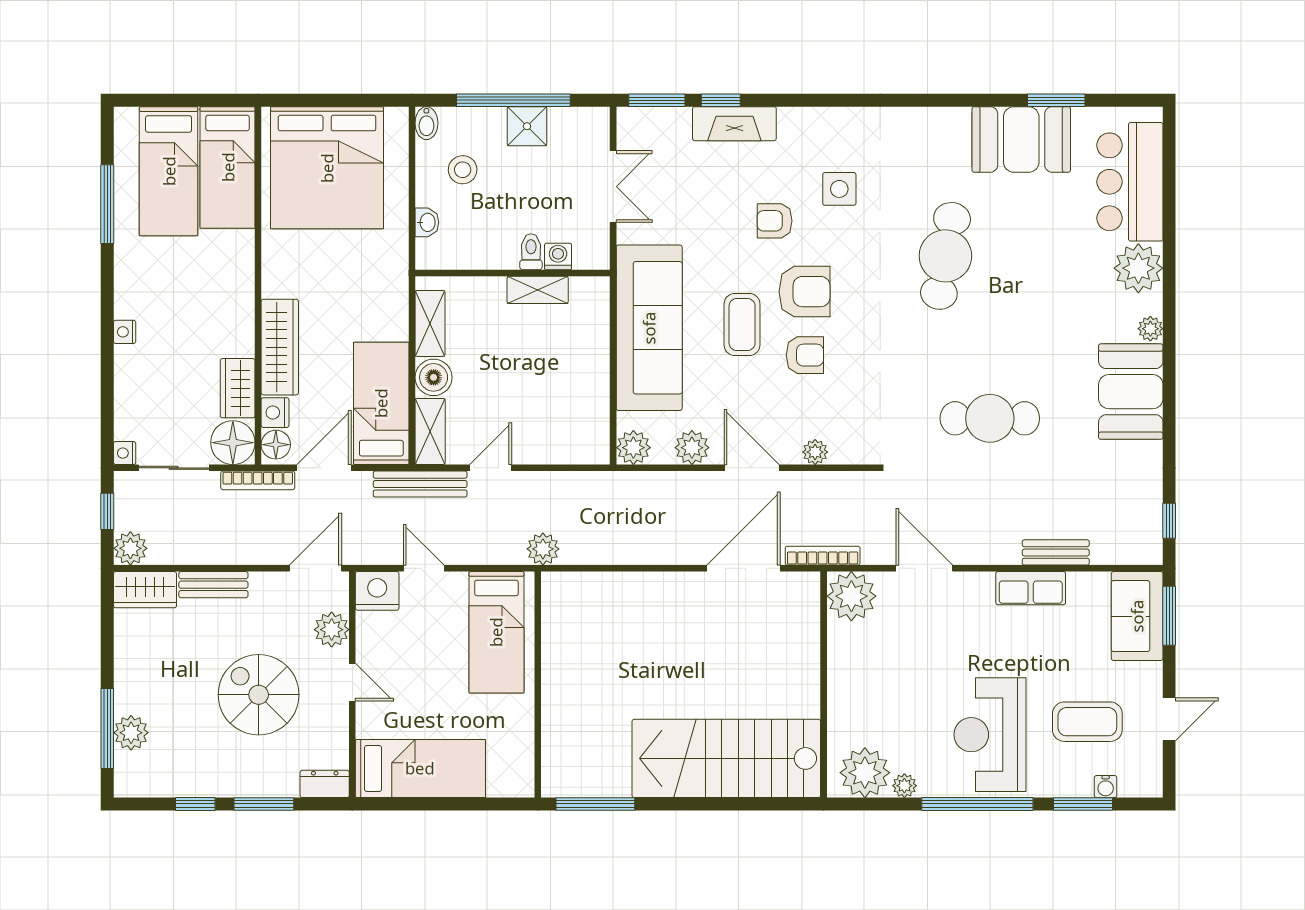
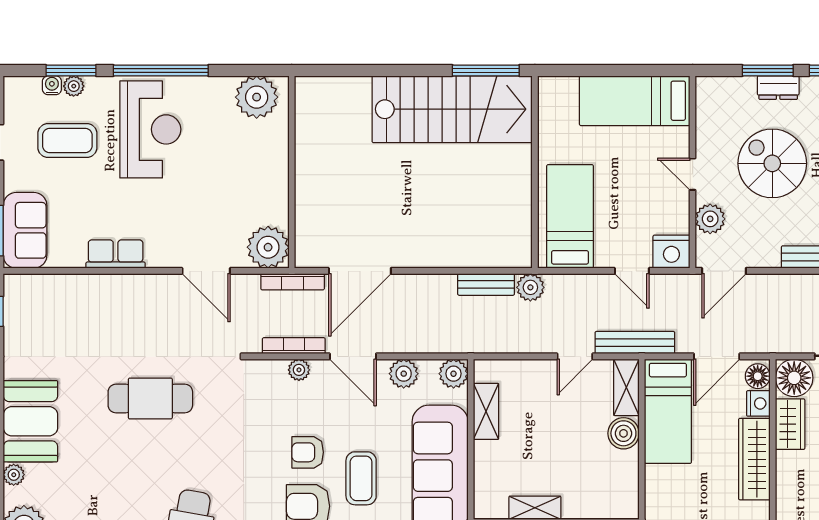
shelving: (430, 323) -> (486, 411), moved
bookcase: (258, 480) -> (294, 346), moved
bench: (1056, 552) -> (486, 284), moved
spiral stairs: (259, 695) -> (772, 163), turned 180
stairs: (726, 758) -> (452, 109), moved
dresser: (325, 784) -> (778, 88), moved
plant: (904, 786) -> (74, 86), moved

